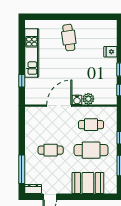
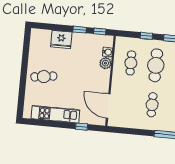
fridge: (110, 52) -> (61, 39), width x1.88, depth x1.34
water cooler: (77, 100) -> (108, 52), moved
door: (59, 106) -> (108, 106), moved

